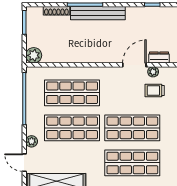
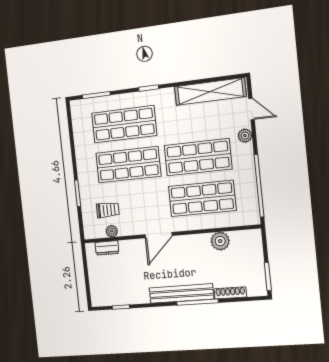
plant: (34, 55) -> (220, 241), moved
door: (134, 65) -> (159, 235), moved

